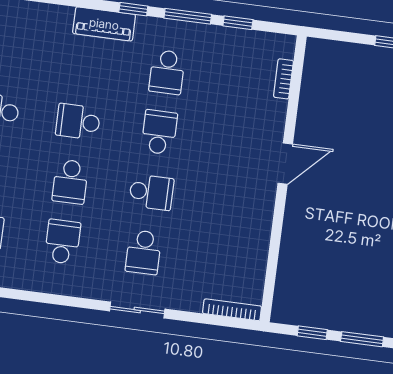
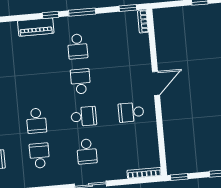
window: (238, 23) -> (128, 8), moved
bookcase: (283, 79) -> (143, 21), moved
school desk: (78, 122) -> (131, 112), moved
window: (312, 333) -> (179, 177), moved

